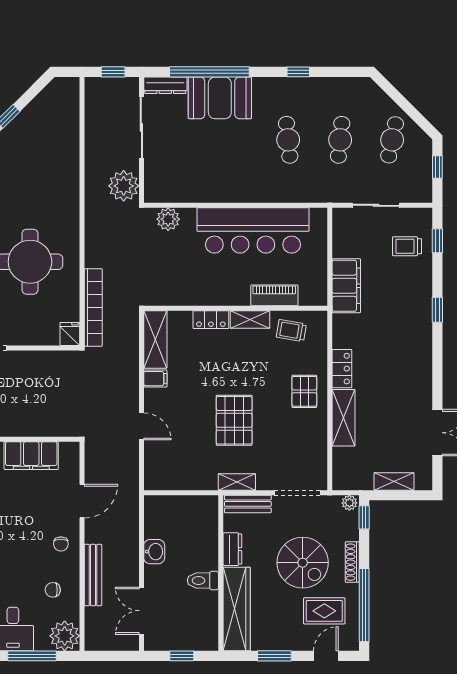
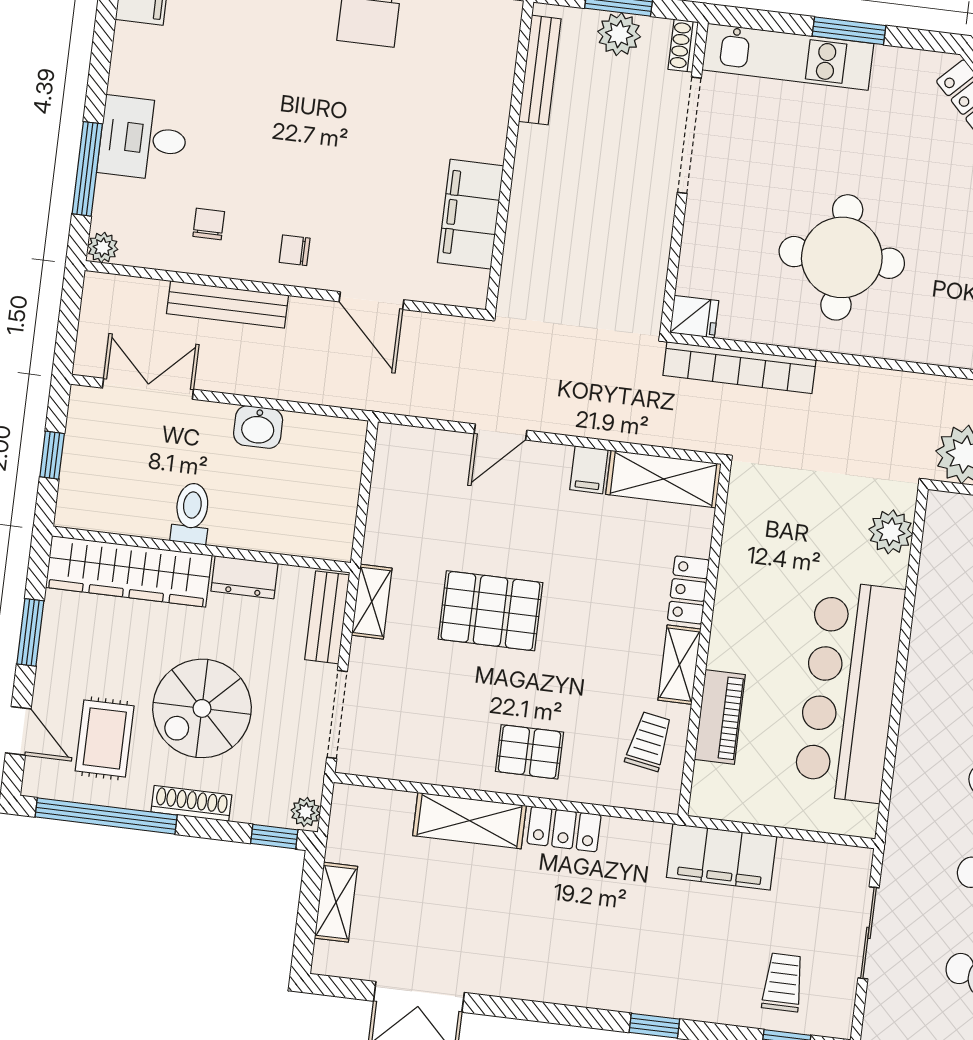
plant: (65, 636) -> (103, 247), width x0.53, depth x0.53

